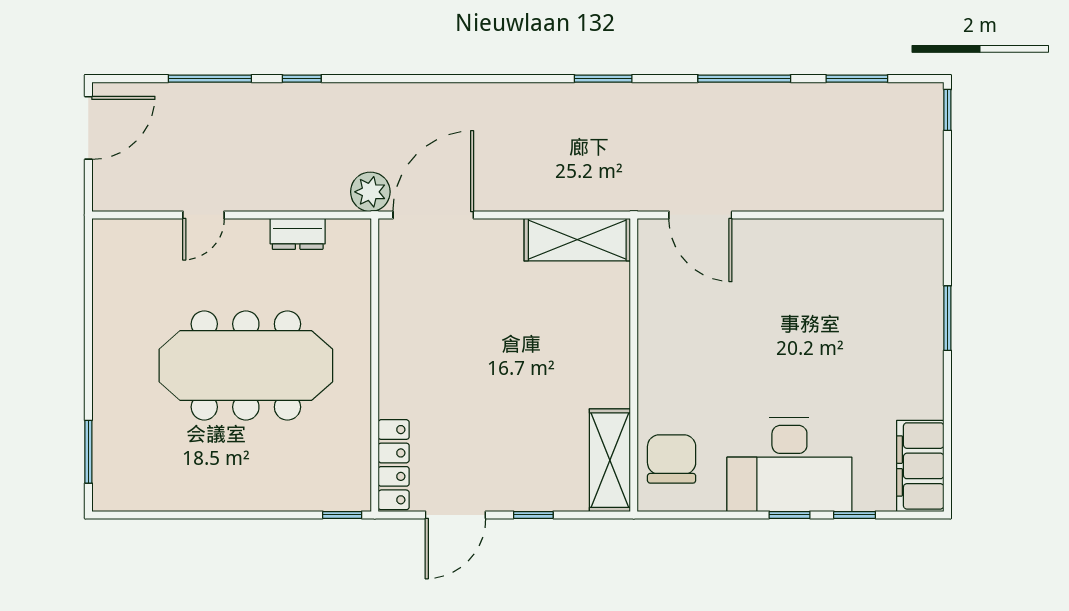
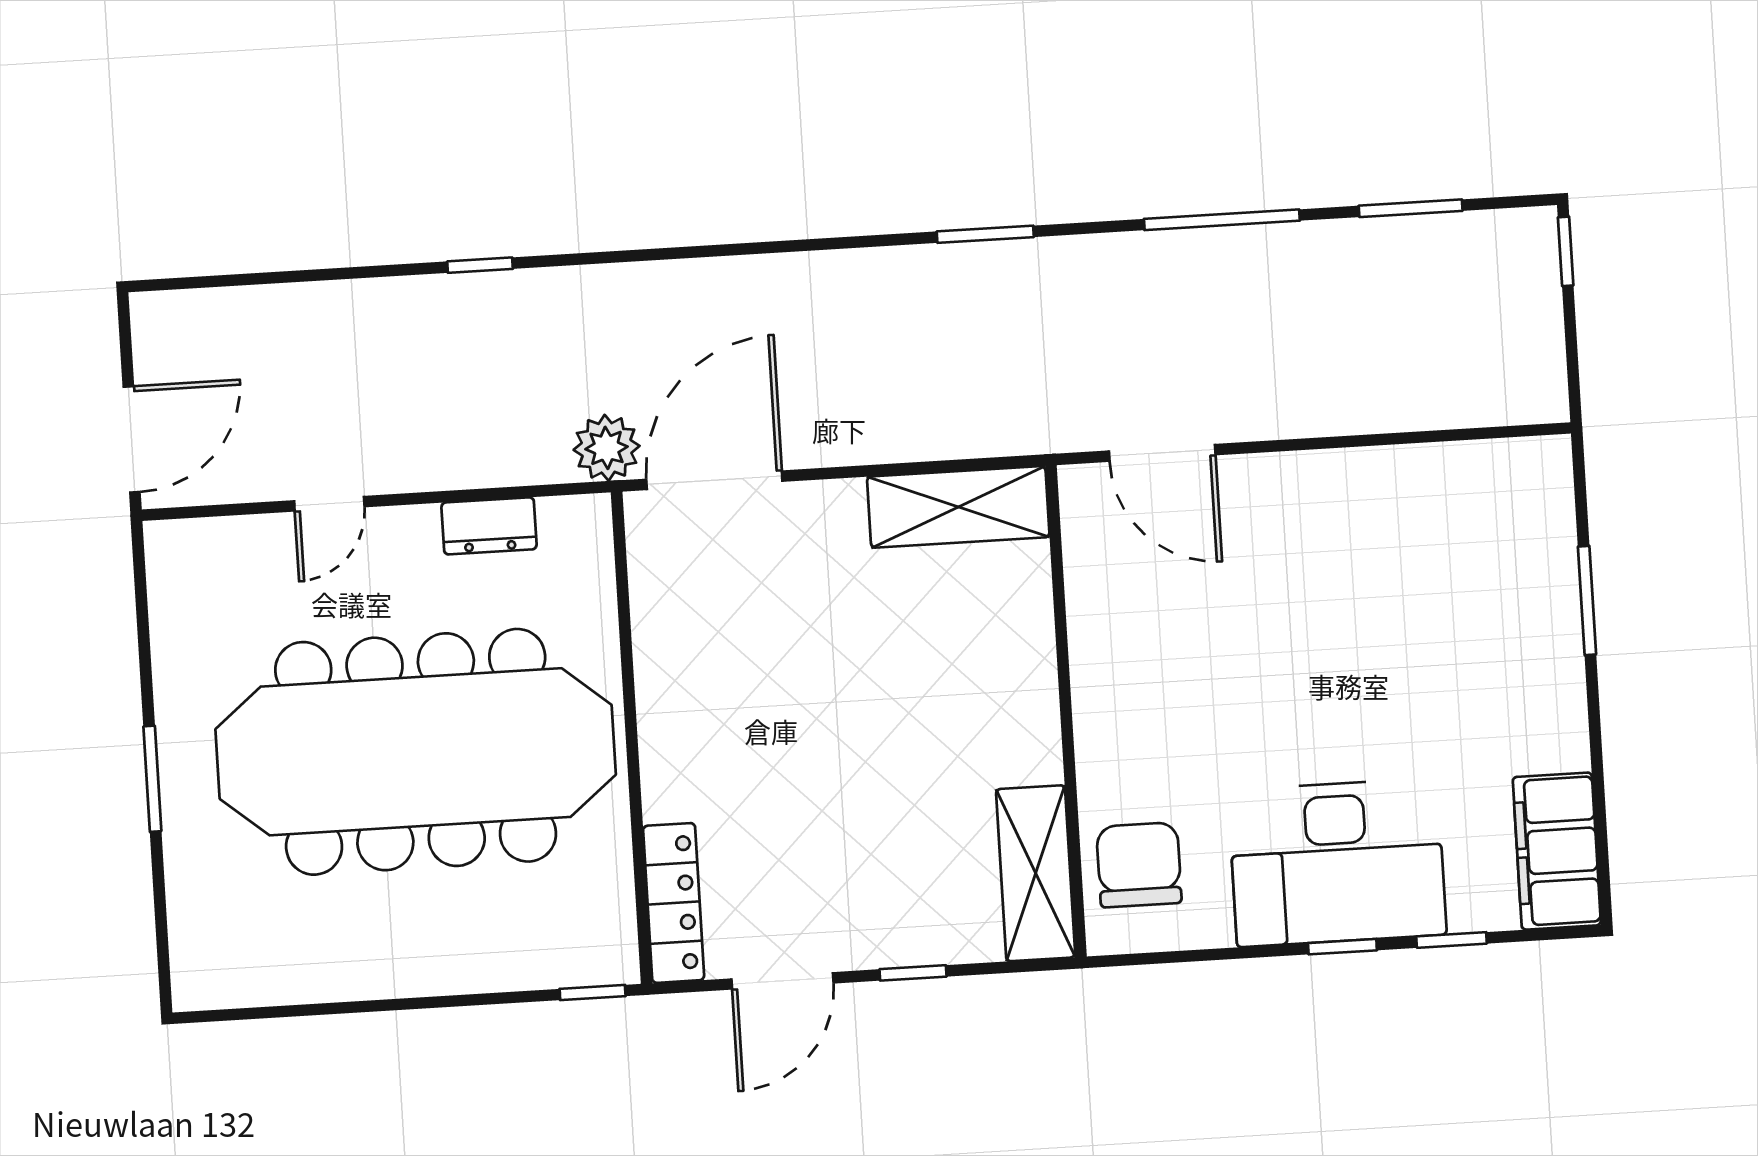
window: (210, 79) -> (326, 275), removed
door: (88, 128) -> (132, 439), moved
meeting table: (246, 365) -> (416, 752), width x1.36, depth x1.27
window: (88, 452) -> (152, 779), moved

